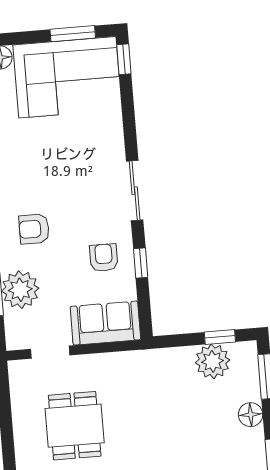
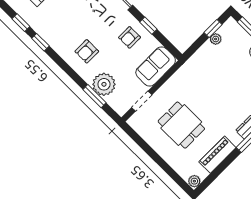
armchair: (104, 258) -> (130, 37), turned -90
plant: (213, 361) -> (216, 39), width x0.53, depth x0.53

